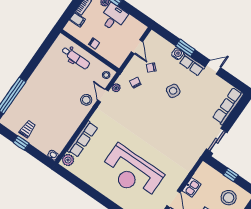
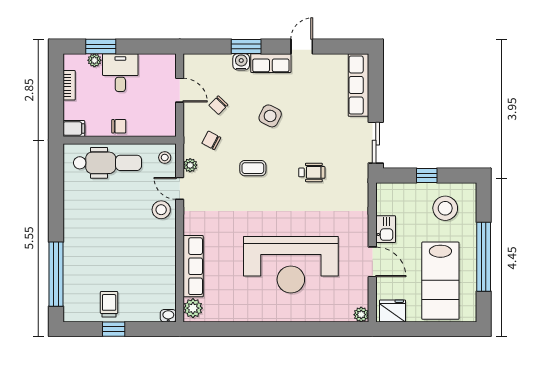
filing cabinet: (77, 20) -> (74, 129), moved
dental chair: (76, 58) -> (107, 163), width x1.36, depth x1.38
coffee table: (146, 111) -> (253, 168), added
wheelchair: (174, 134) -> (312, 172), added

